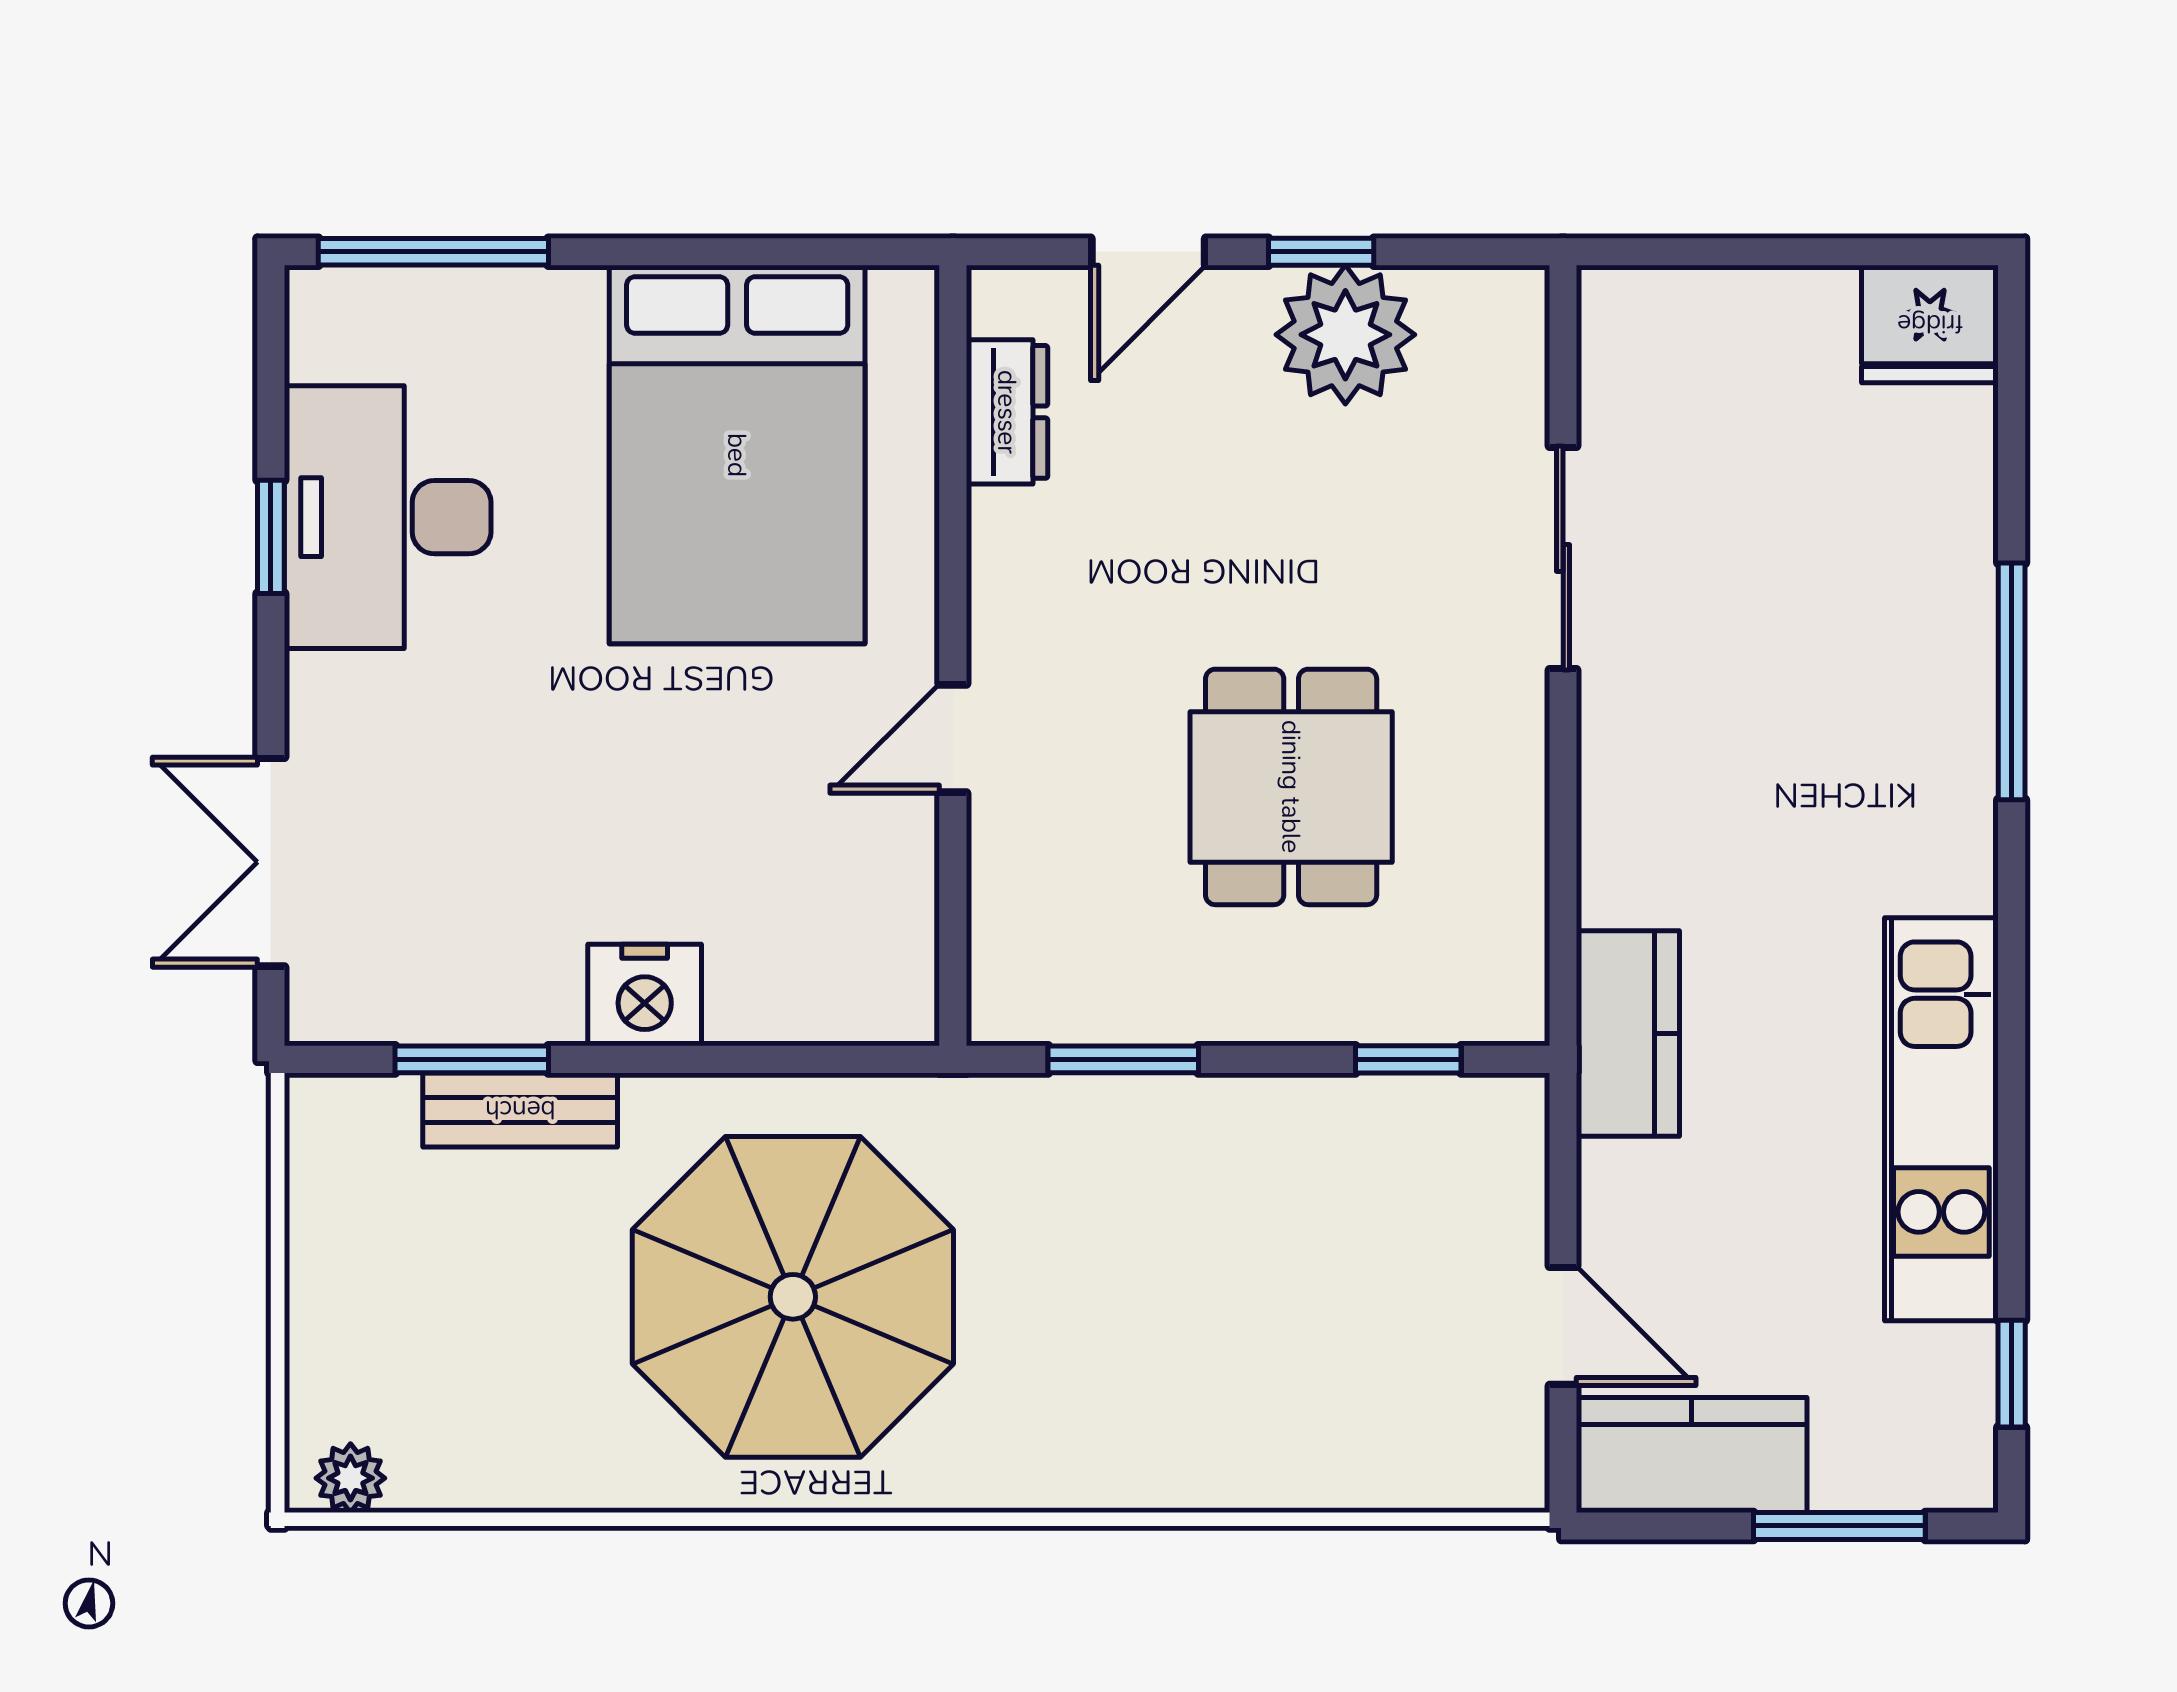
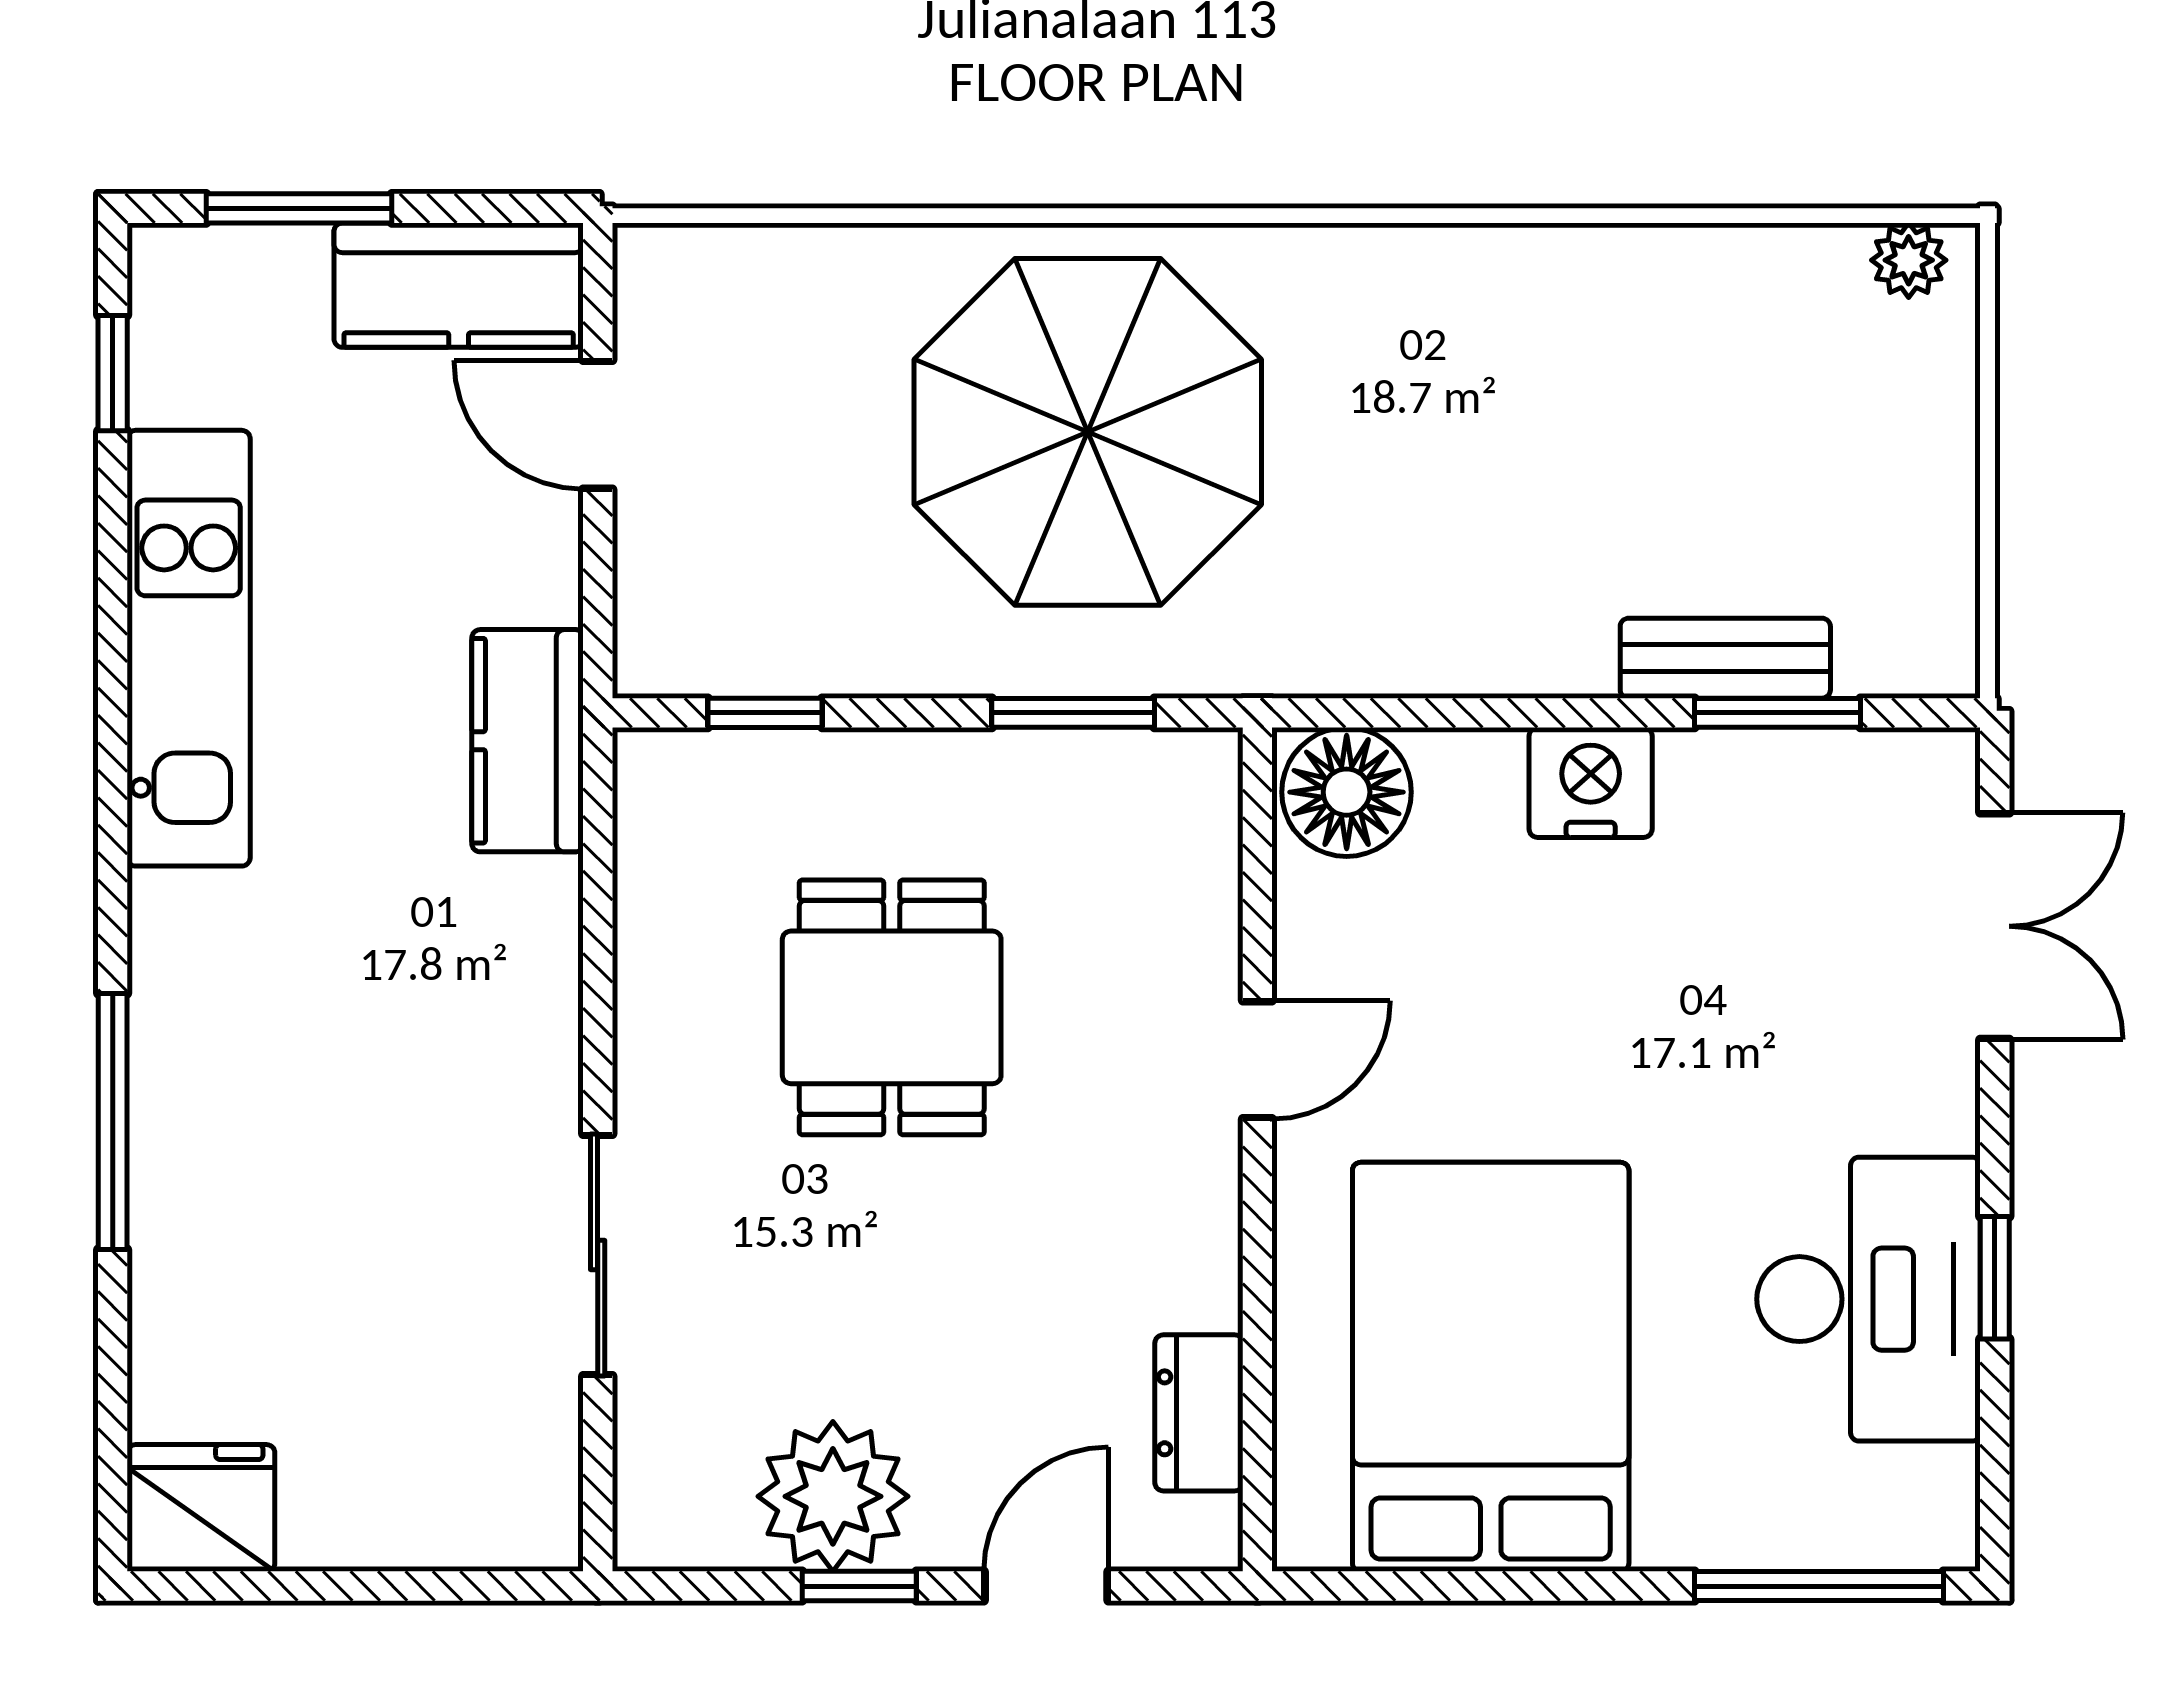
floor lamp: (870, 986) -> (1347, 792), added
parasol: (793, 1297) -> (1088, 432), moved

